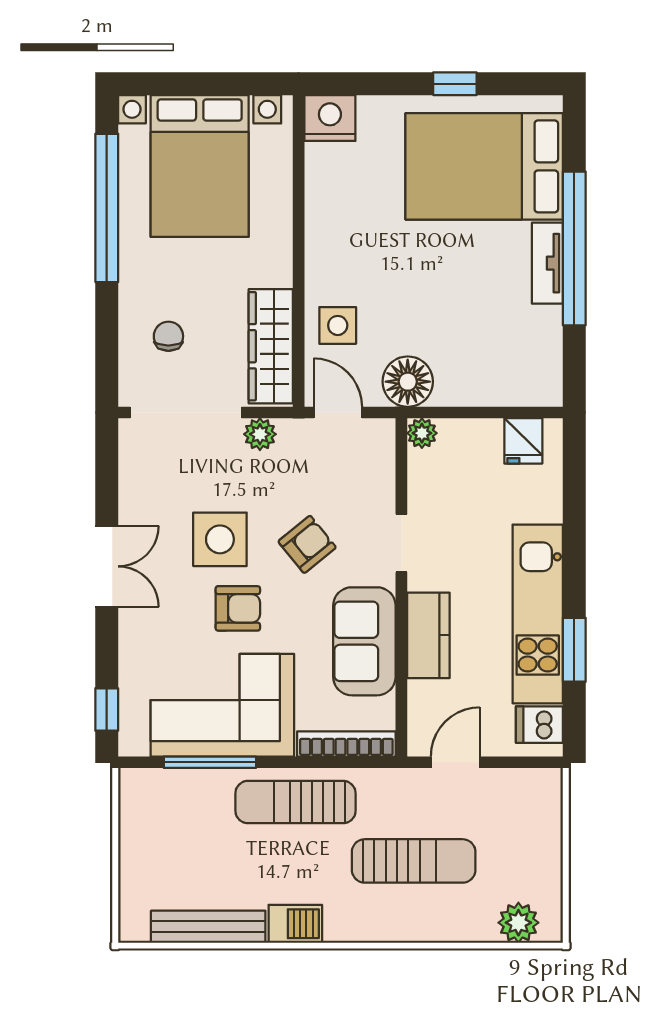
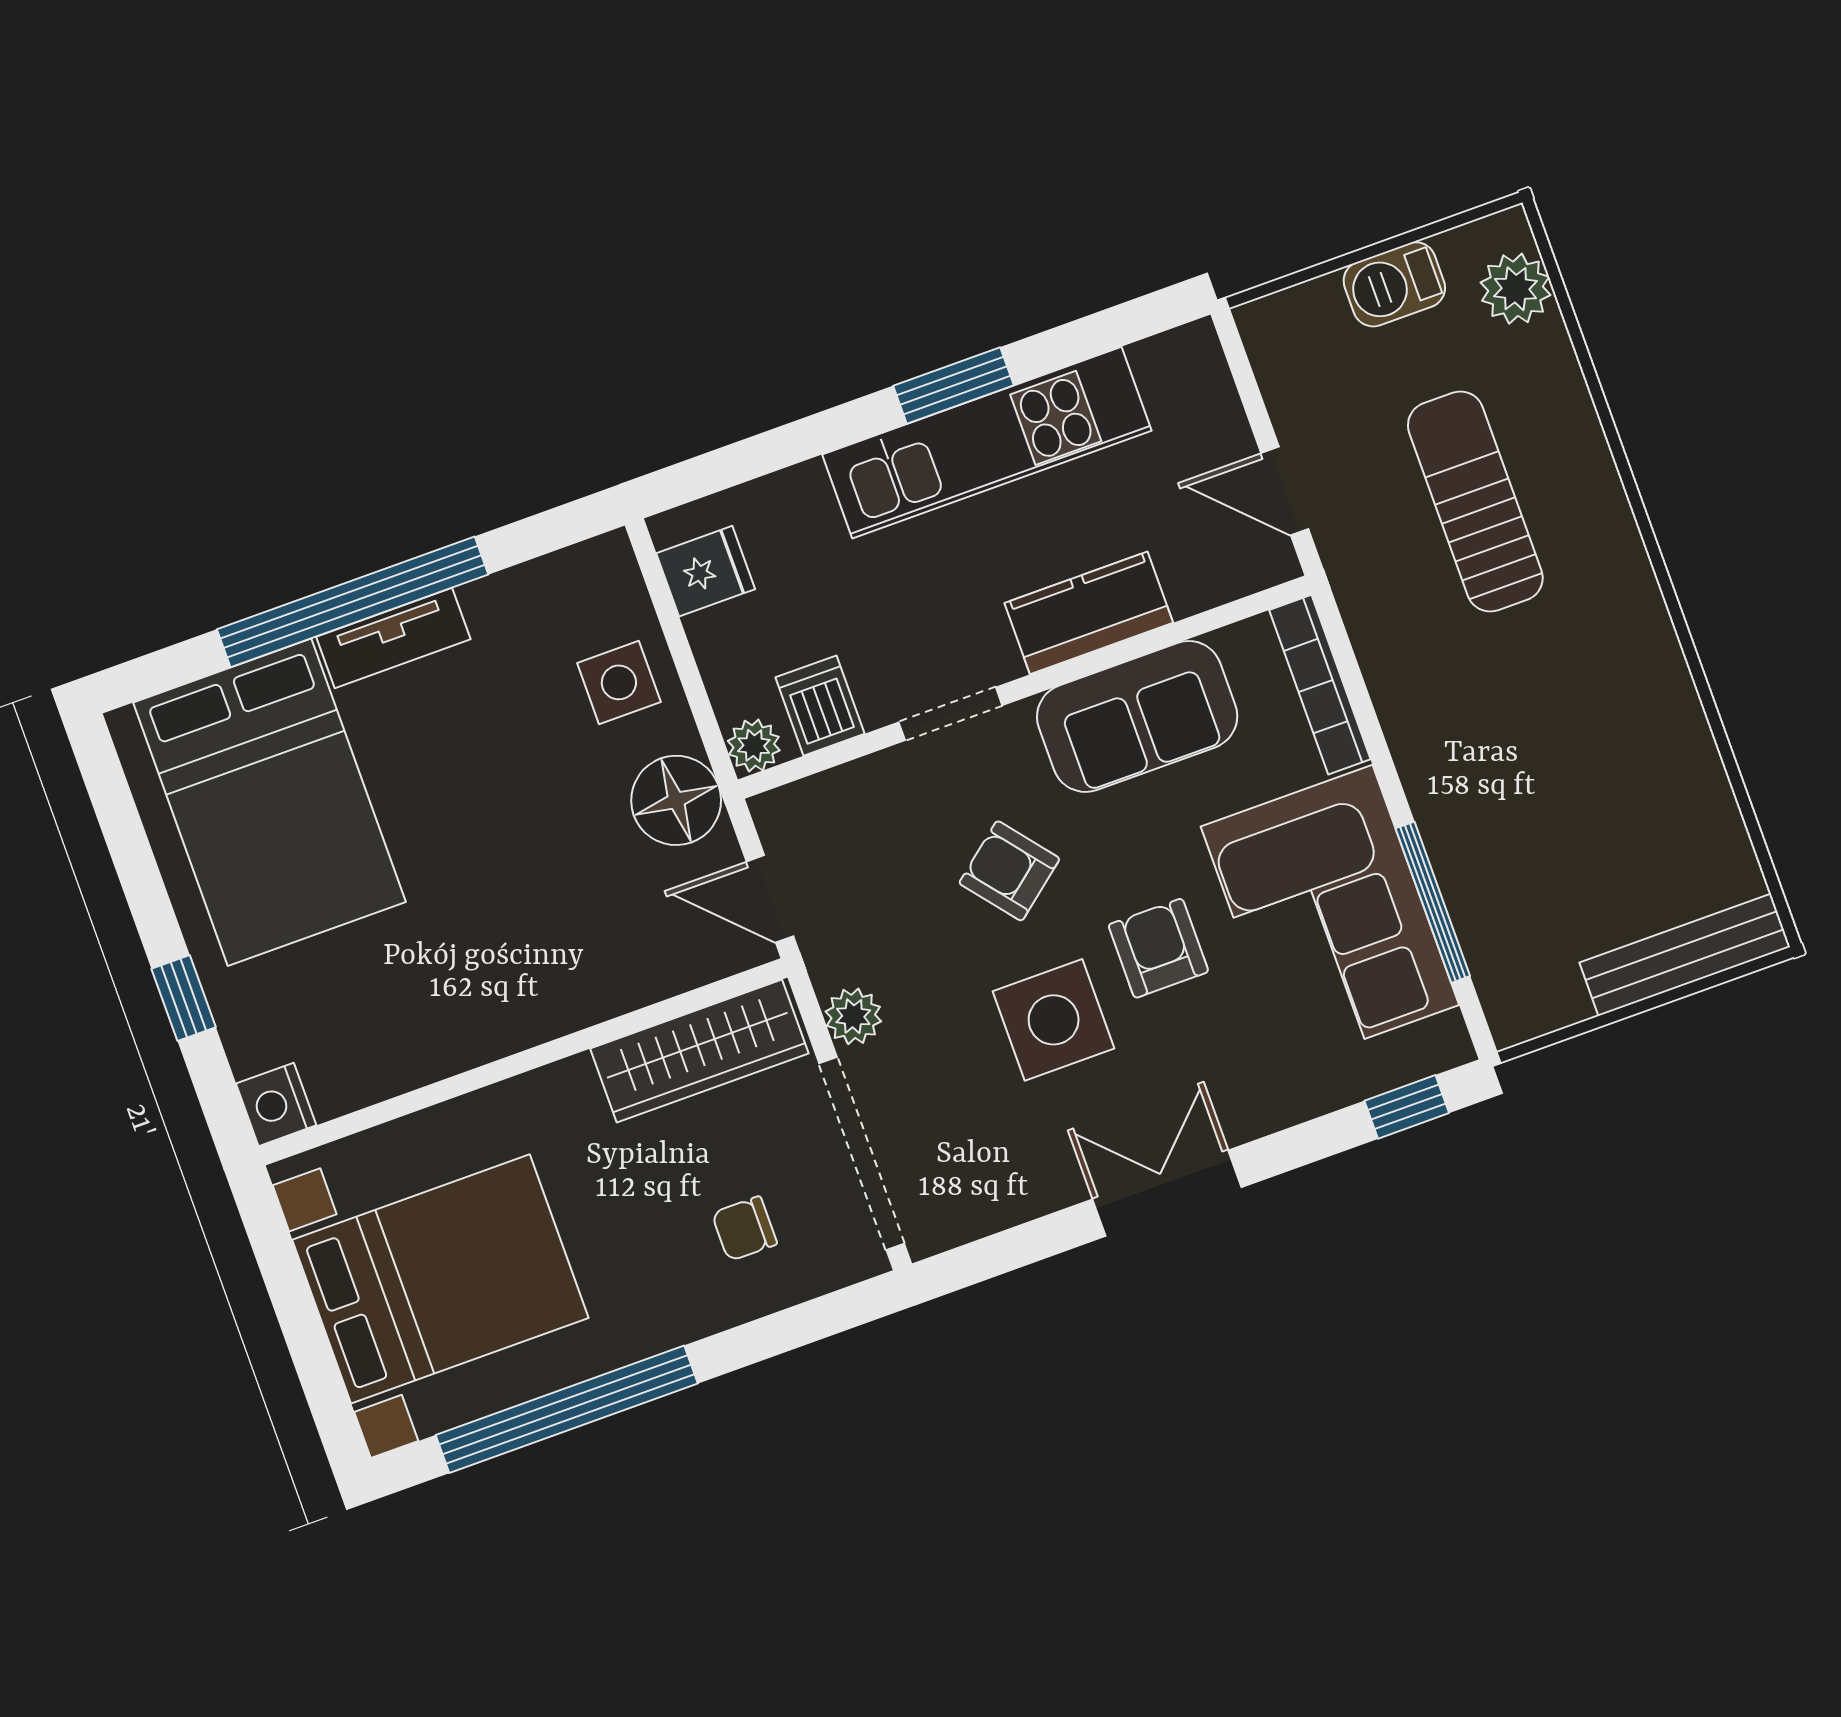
window: (455, 84) -> (184, 998), moved
nightstand: (330, 118) -> (276, 1104), width x0.74, depth x0.75
side table: (338, 325) -> (619, 682), moved
door: (338, 413) -> (770, 899), hinge flipped
window: (574, 650) -> (954, 385), moved
dishwasher: (539, 725) -> (820, 706), moved, turned 180
sun lounger: (296, 802) -> (1448, 735), removed
barbecue: (295, 924) -> (1394, 284), moved, turned -90
bench: (208, 927) -> (1685, 955), moved, turned 90

